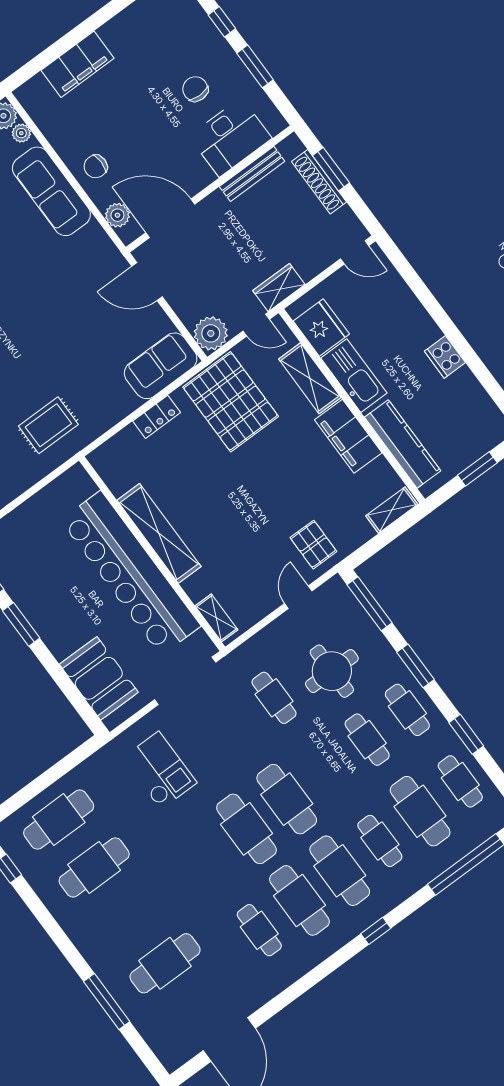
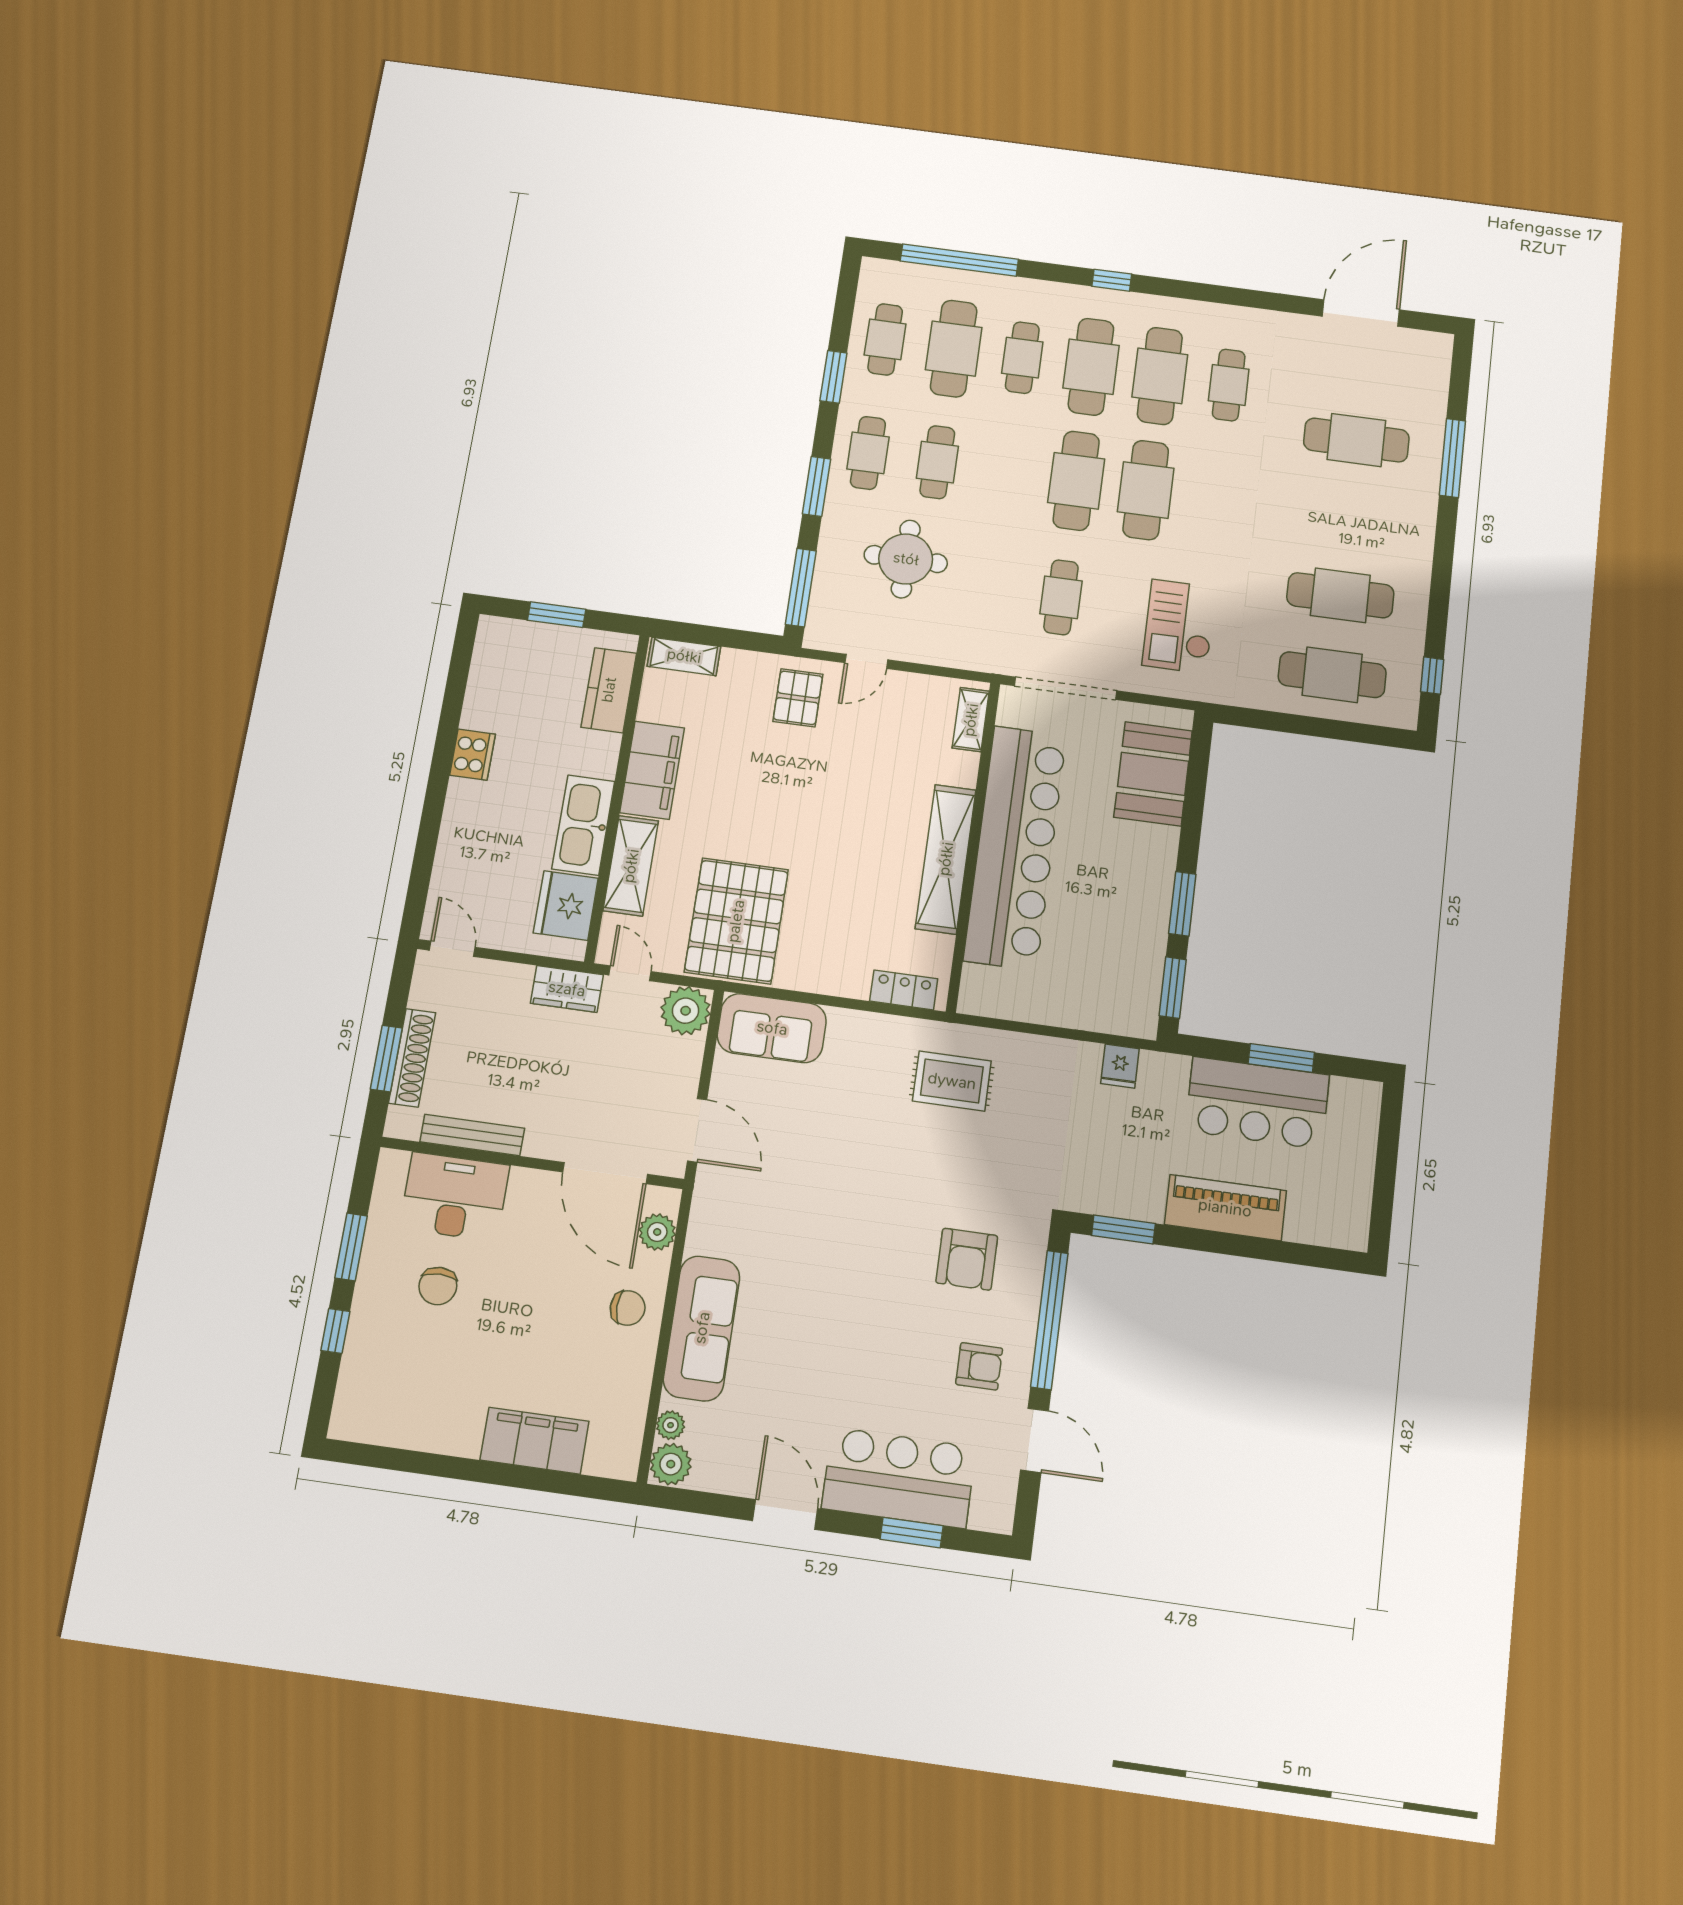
locker: (157, 417) -> (904, 990), moved
kitchen counter: (403, 444) -> (609, 690), width x0.67
cafe table: (274, 698) -> (1061, 597), moved

